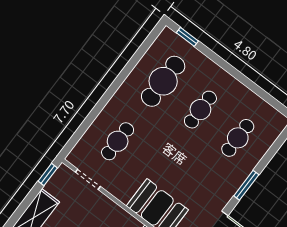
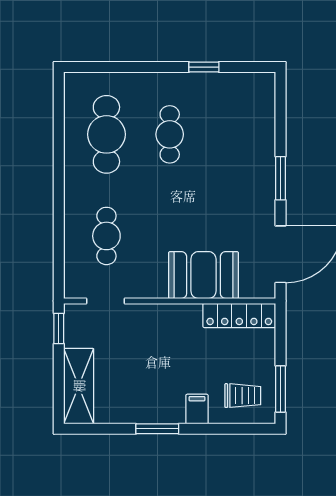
window: (187, 37) -> (204, 67), moved
cafe table: (238, 138) -> (233, 134), removed

